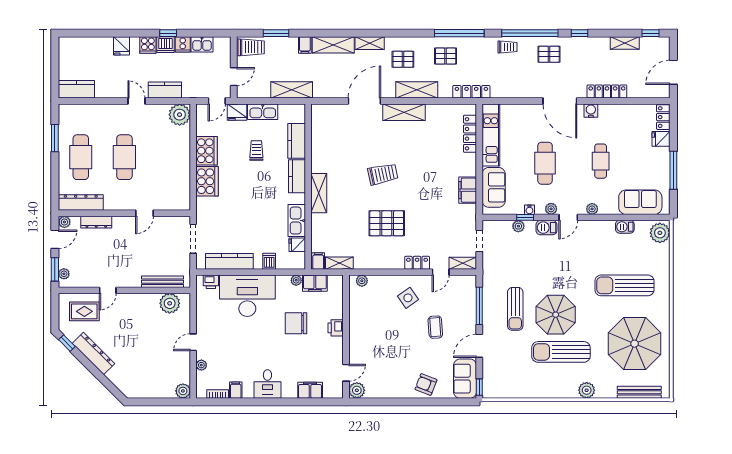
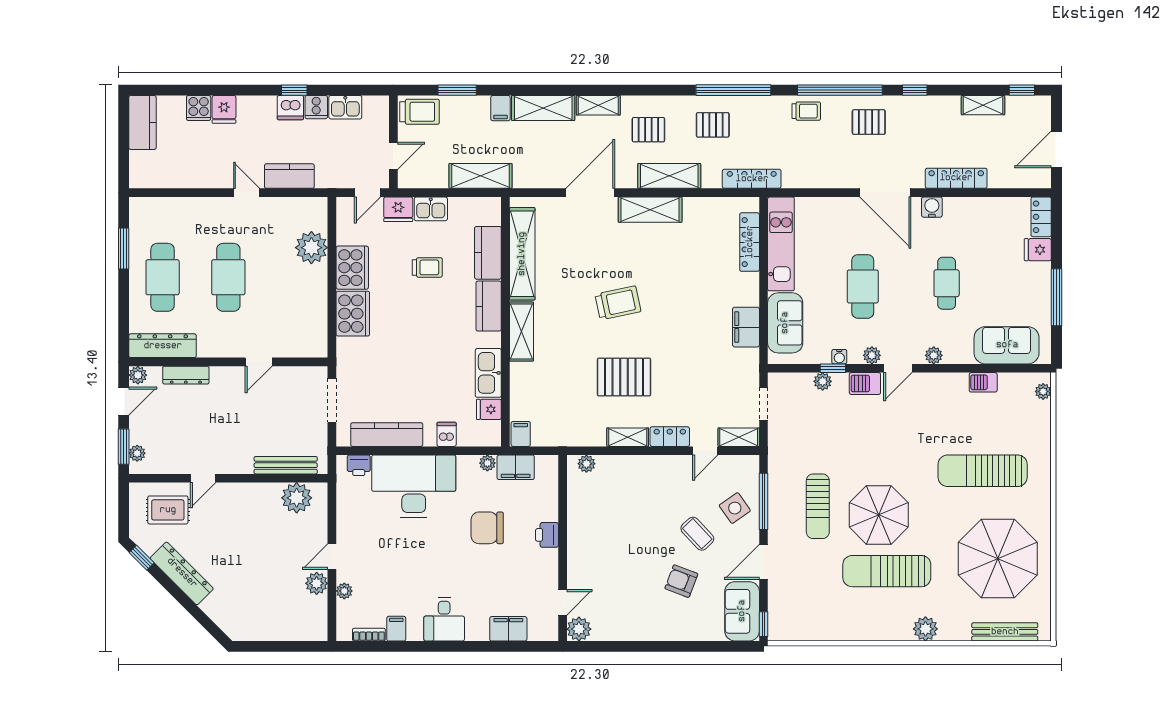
cooker: (148, 45) -> (199, 108), moved
kitchen counter: (76, 89) -> (142, 122), moved, turned 90
kitchen sink: (263, 112) -> (431, 209), width x0.73
plant: (180, 115) -> (311, 248), moved
shelving: (319, 142) -> (522, 254), added
trolley: (256, 151) -> (427, 267), turned 90
plant: (660, 233) -> (1043, 391), width x0.53, depth x0.53
shelving: (339, 263) -> (628, 437), moved
side table: (408, 298) -> (735, 508), moved
coffee table: (435, 327) -> (697, 534), turned -39
armchair: (426, 384) -> (681, 581), moved
plant: (183, 391) -> (317, 583), moved

